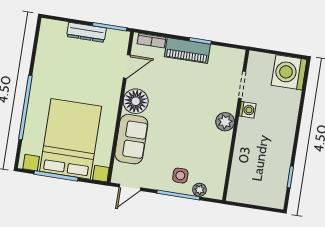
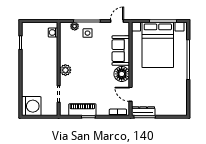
dresser: (86, 32) -> (143, 111), moved
piano: (187, 51) -> (82, 110), moved
door: (127, 66) -> (130, 94), hinge flipped
washing machine: (247, 110) -> (53, 33), moved

